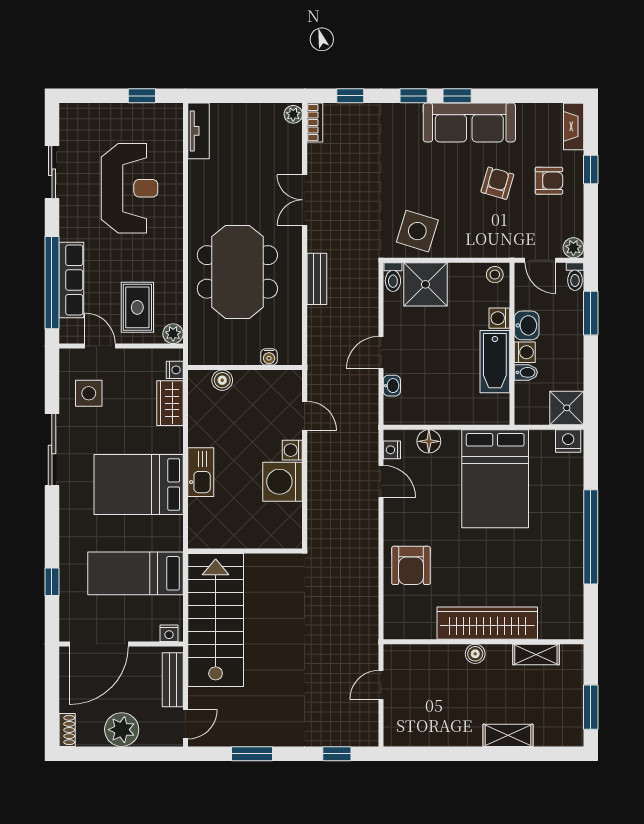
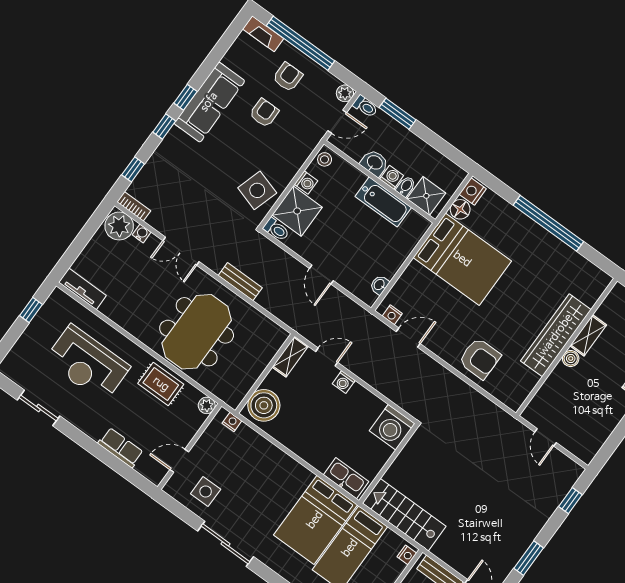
plant: (293, 114) -> (119, 226), width x1.87, depth x1.87
window: (591, 169) -> (301, 43), width x3.17
armchair: (497, 183) -> (264, 113), turned 74
reception desk: (129, 188) -> (87, 364), turned 180
meeting table: (237, 272) -> (197, 332), turned 90
row of seats: (71, 280) -> (121, 448), width x0.68
window: (52, 283) -> (113, 462), removed
rug: (137, 307) -> (161, 384), moved
washing machine: (499, 318) -> (306, 183), moved, turned -90
water cooler: (269, 357) -> (142, 233), moved, turned -90
boiler: (222, 380) -> (264, 405), width x1.86, depth x1.86
shelving: (279, 380) -> (290, 357), added
washbasin: (392, 386) -> (379, 285), moved, turned -90
wardrobe: (170, 403) -> (252, 441), removed
shower: (567, 408) -> (426, 196), moved
floor lamp: (429, 441) -> (460, 209), moved
kitchen sink: (201, 472) -> (346, 478), moved
washing machine: (283, 482) -> (392, 427), moved
bed: (139, 485) -> (315, 520), moved
stairs: (216, 620) -> (404, 515), width x0.73, depth x0.66
shelving: (536, 654) -> (588, 335), moved

